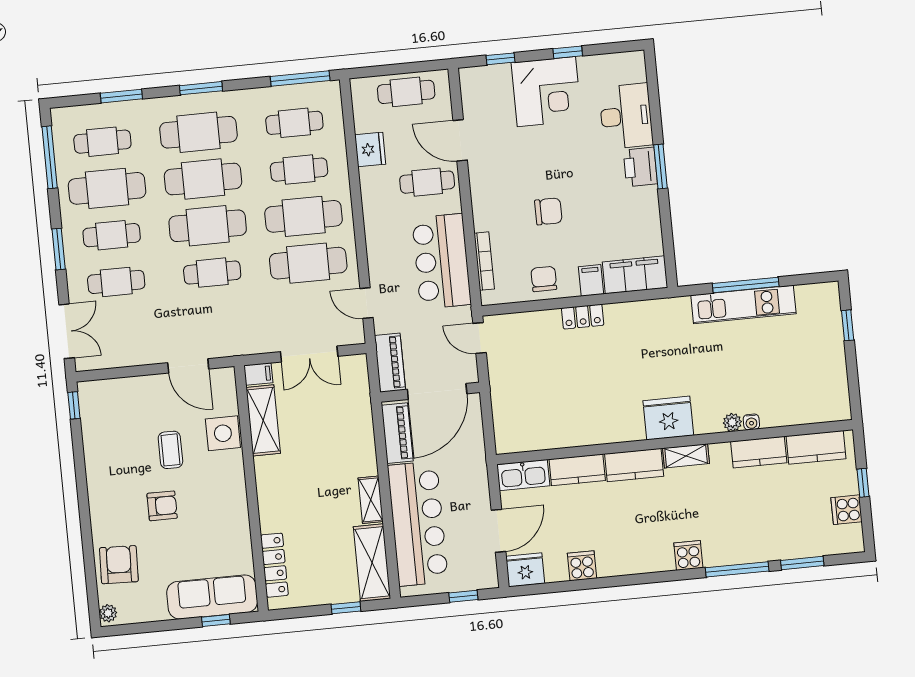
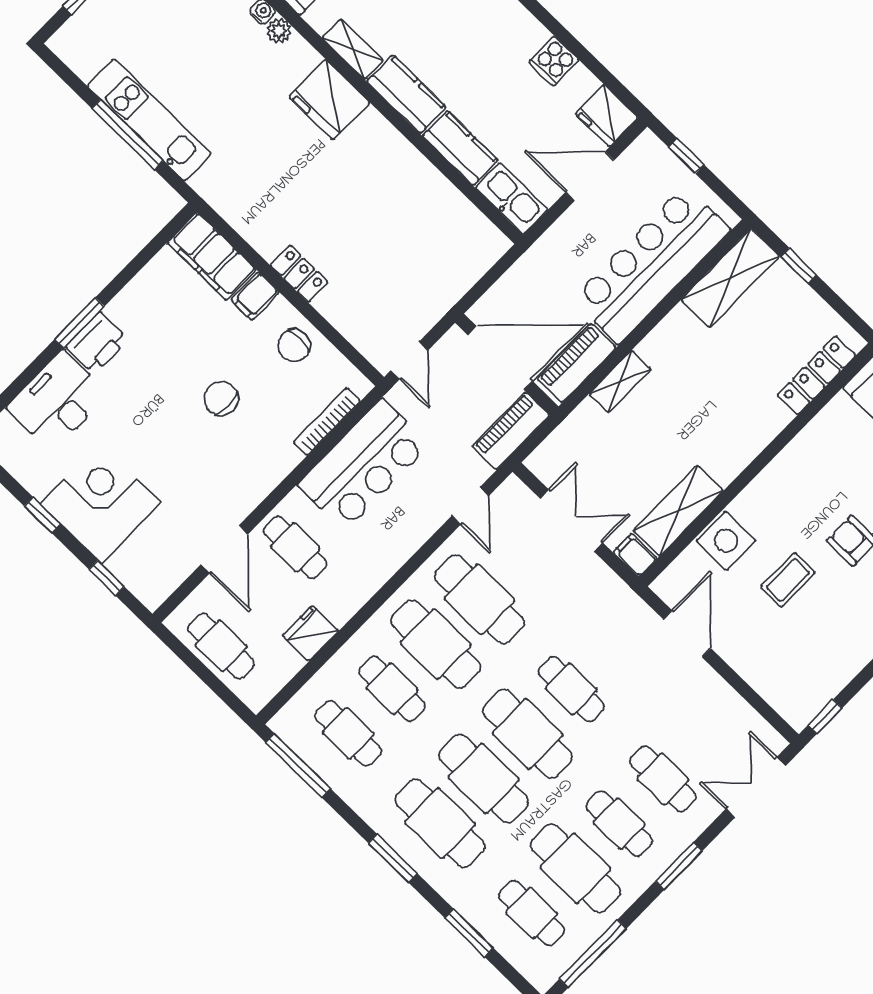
shelving: (371, 500) -> (620, 382), moved

